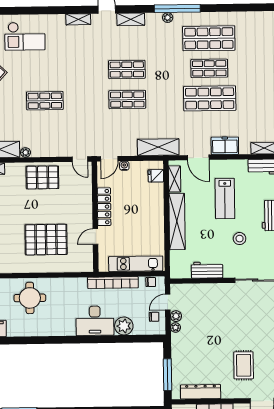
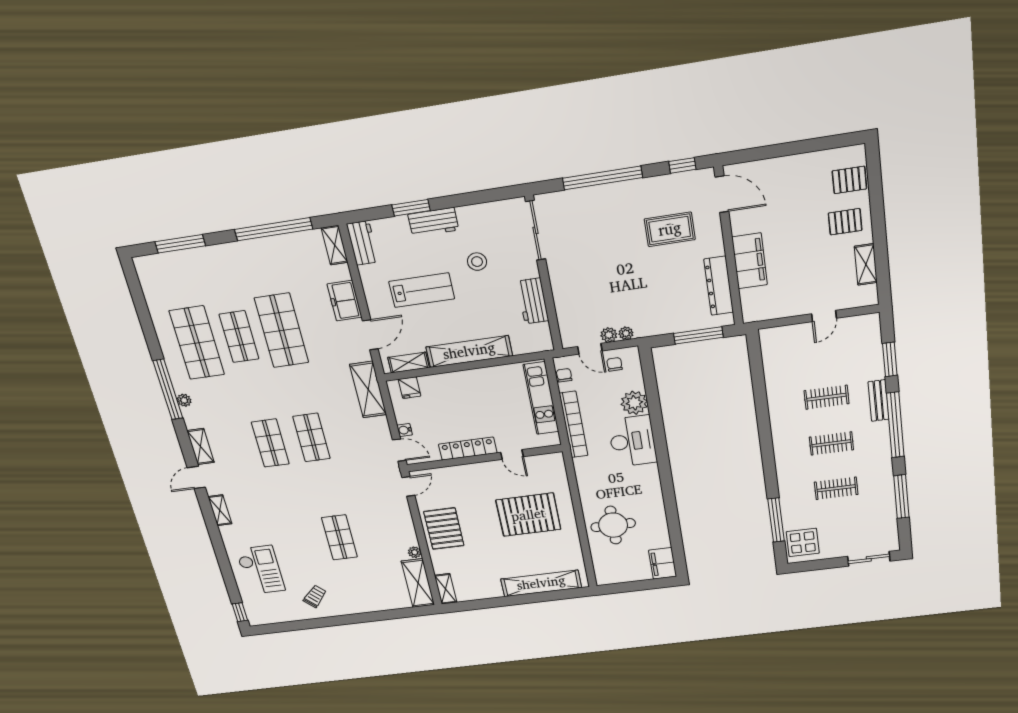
pallet: (46, 240) -> (528, 515), turned 90

